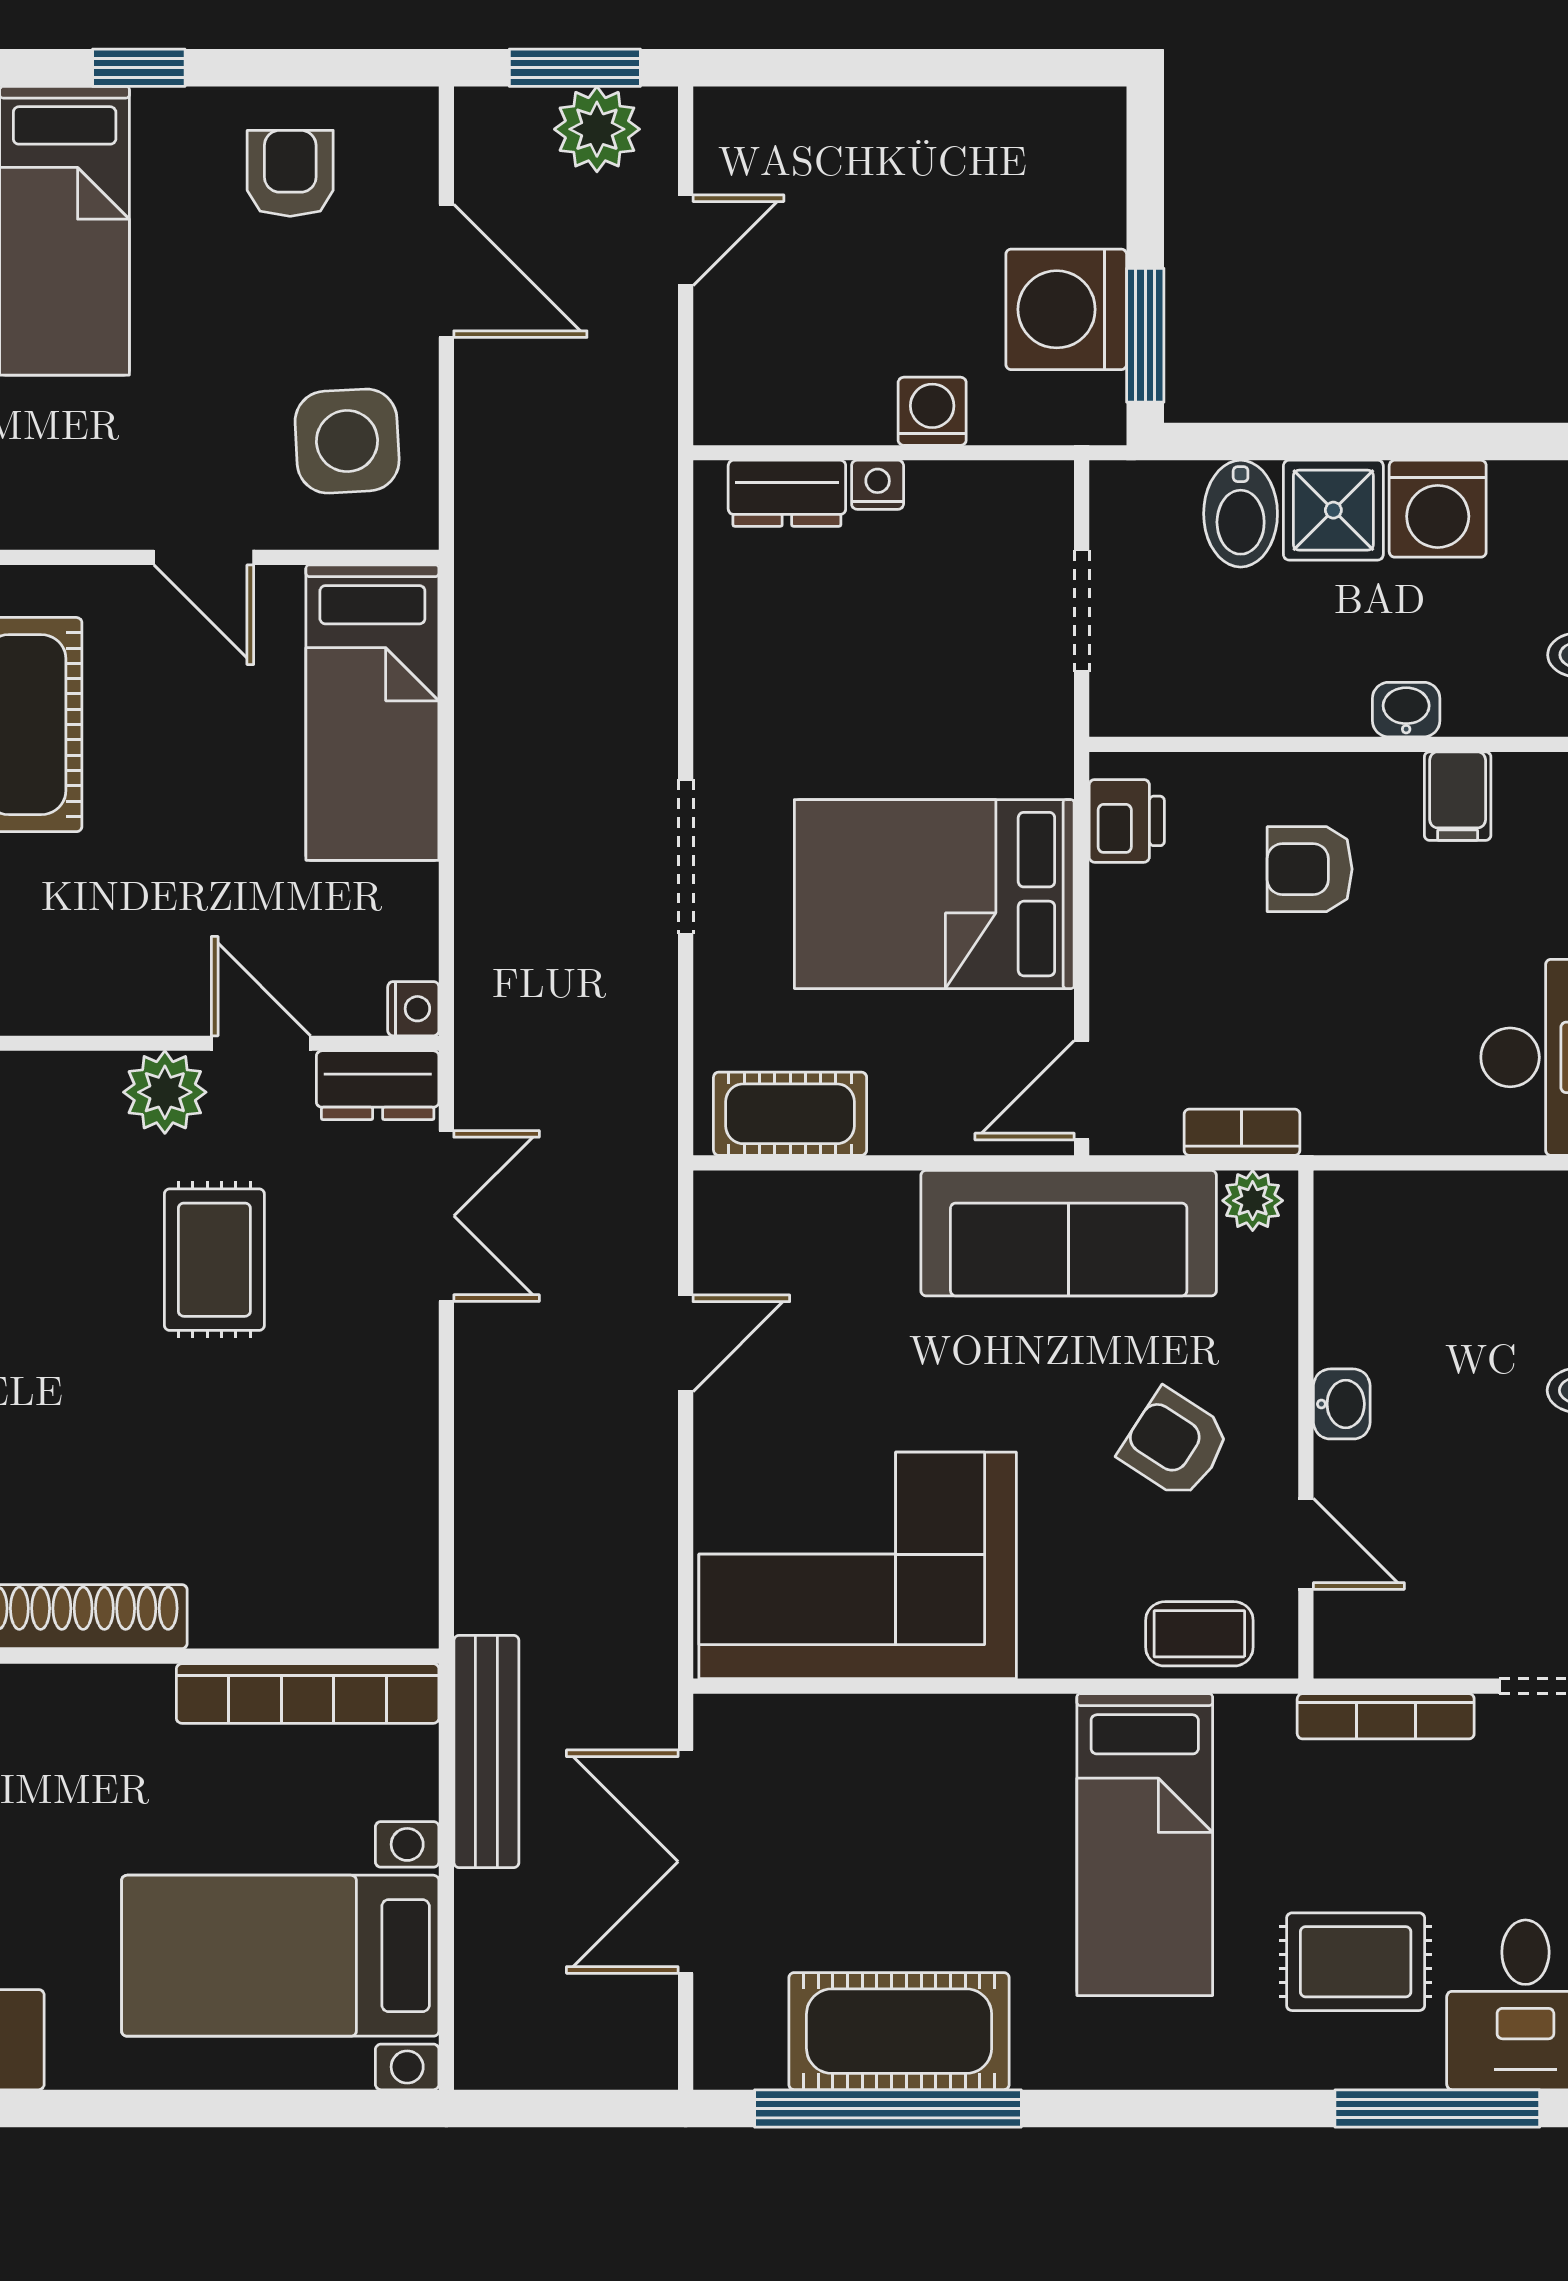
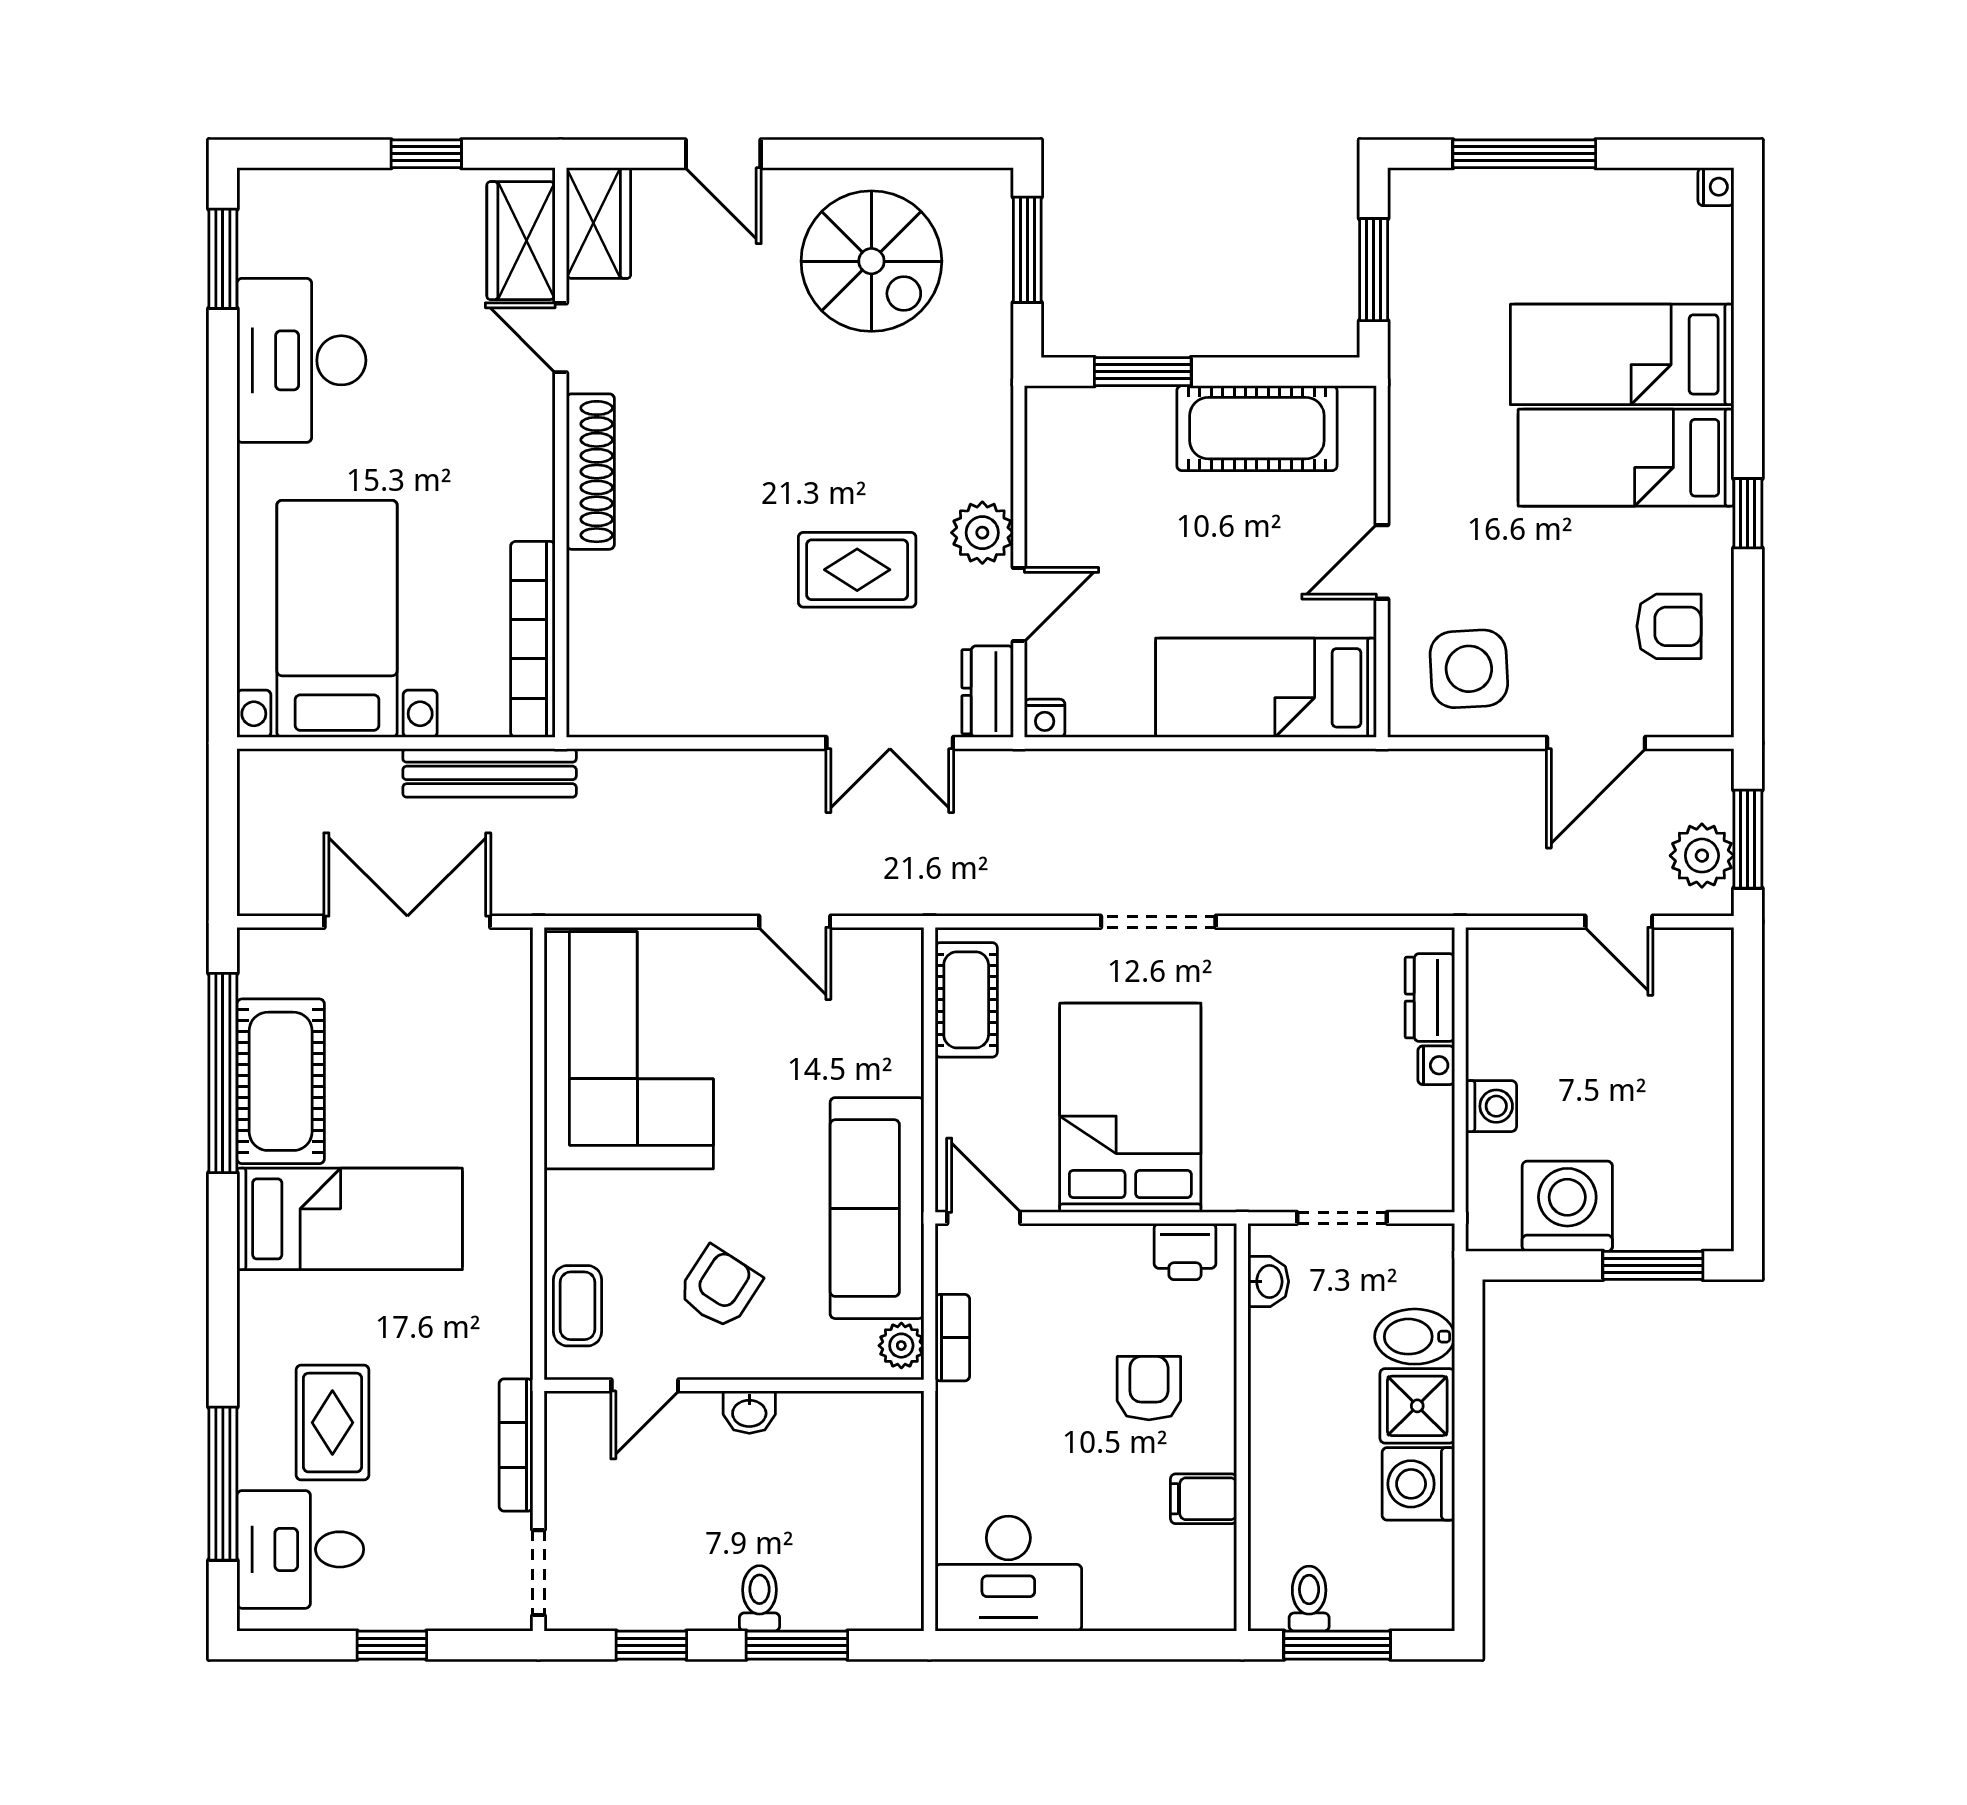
window: (1145, 335) -> (1653, 1265), moved
washbasin: (1406, 710) -> (1268, 1282), moved
bed: (1145, 1845) -> (350, 1219), moved, turned 180

